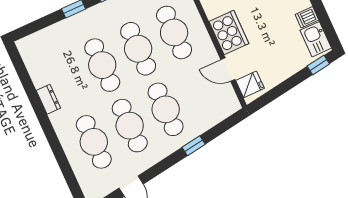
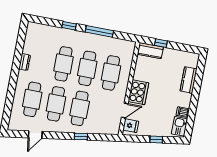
window: (318, 65) -> (156, 139), moved
door: (228, 70) -> (125, 110), swing flipped

